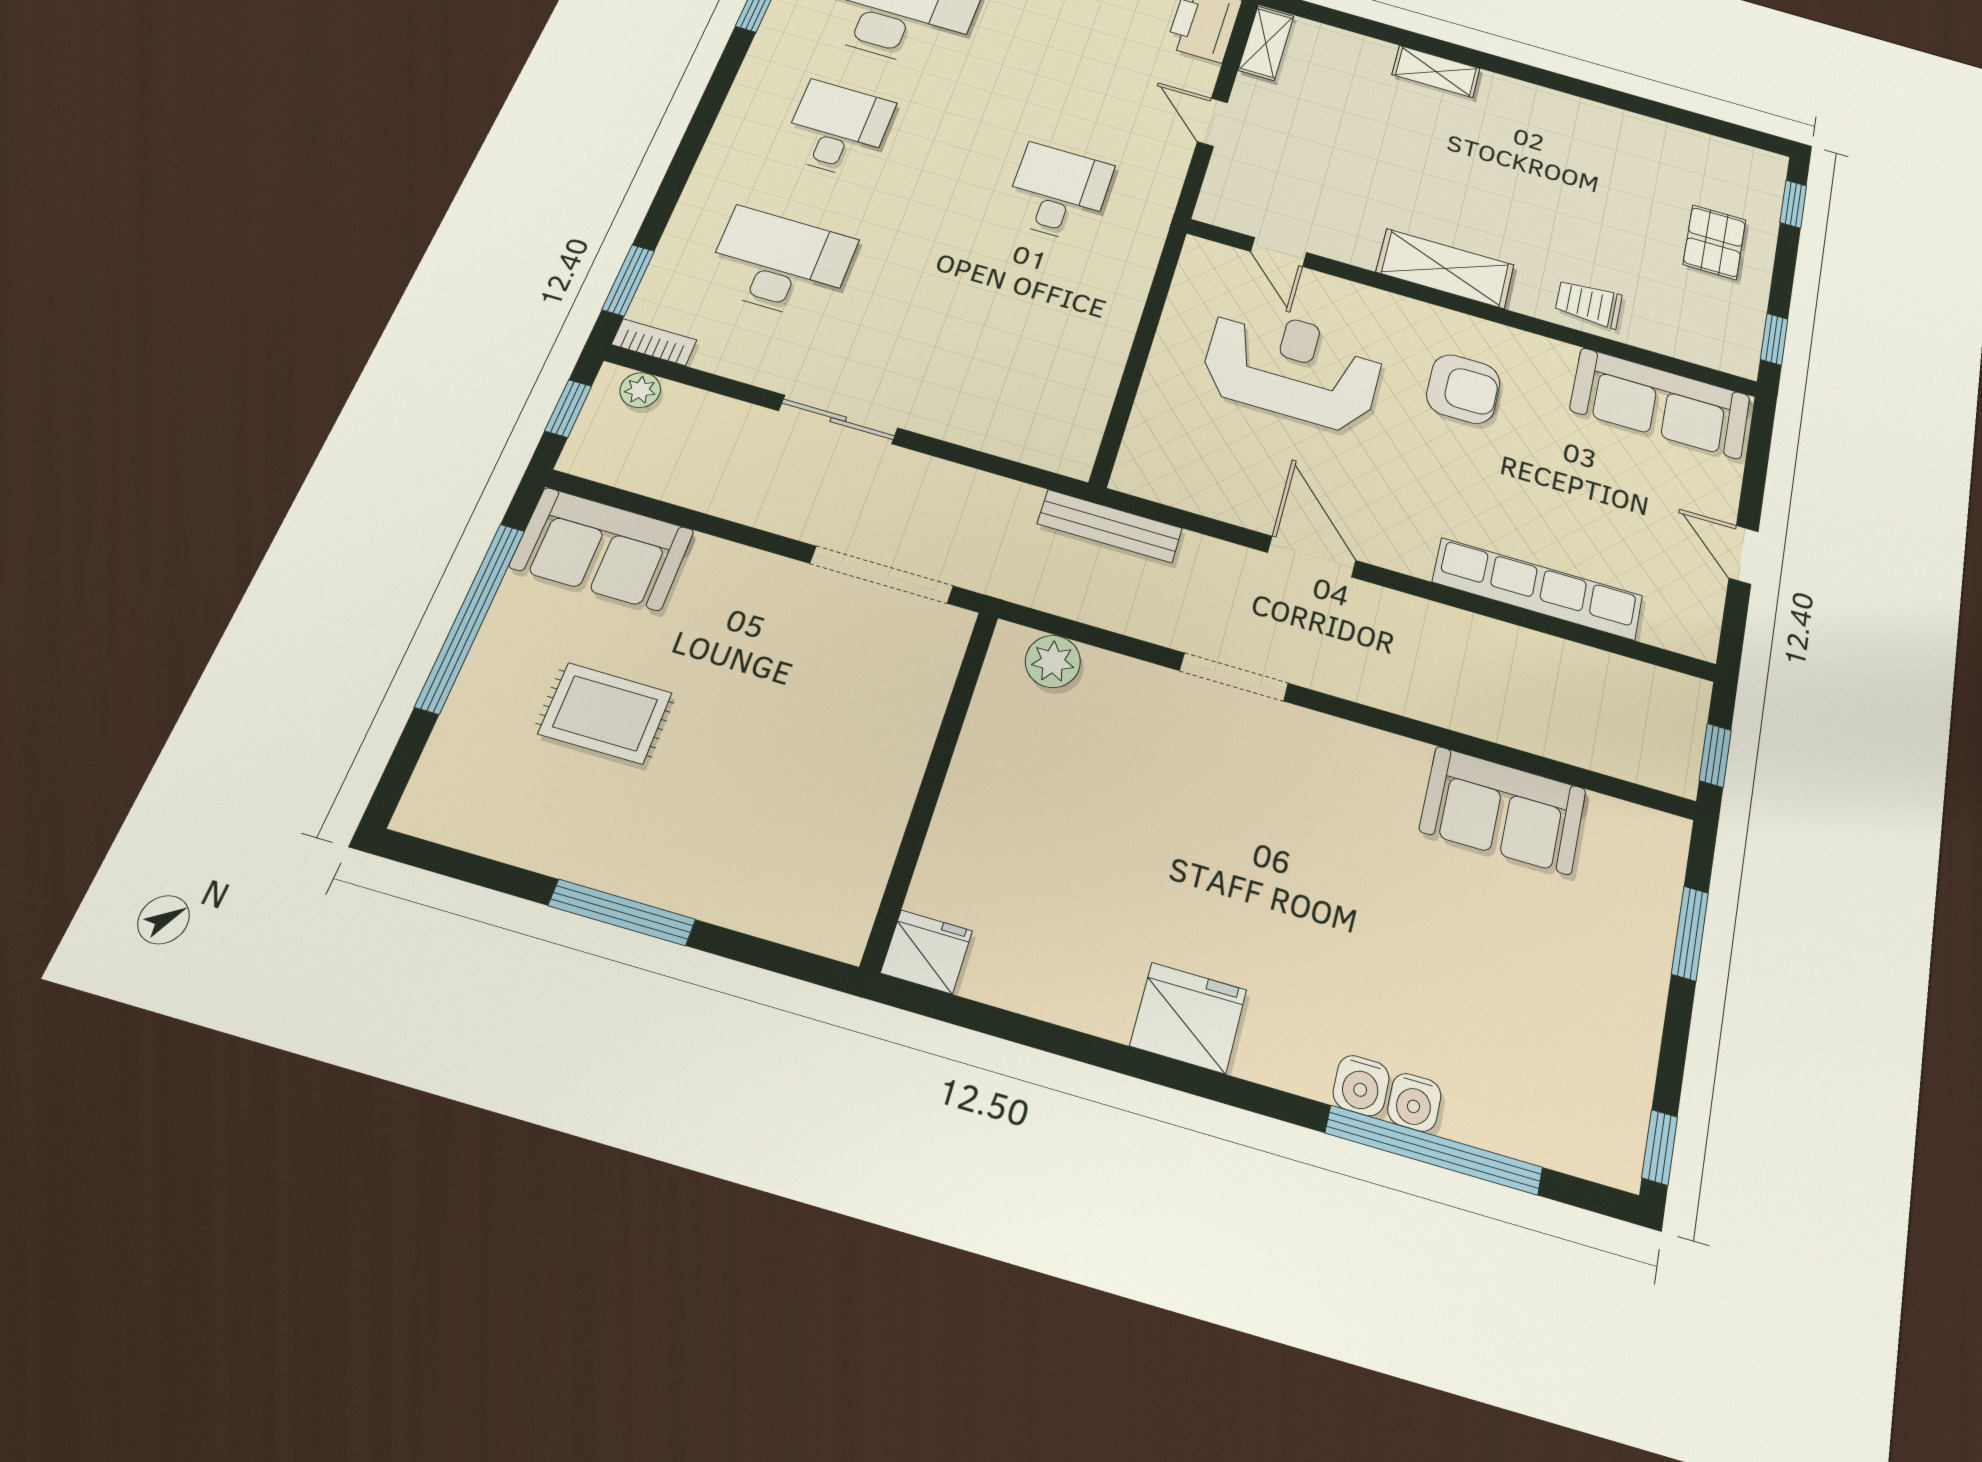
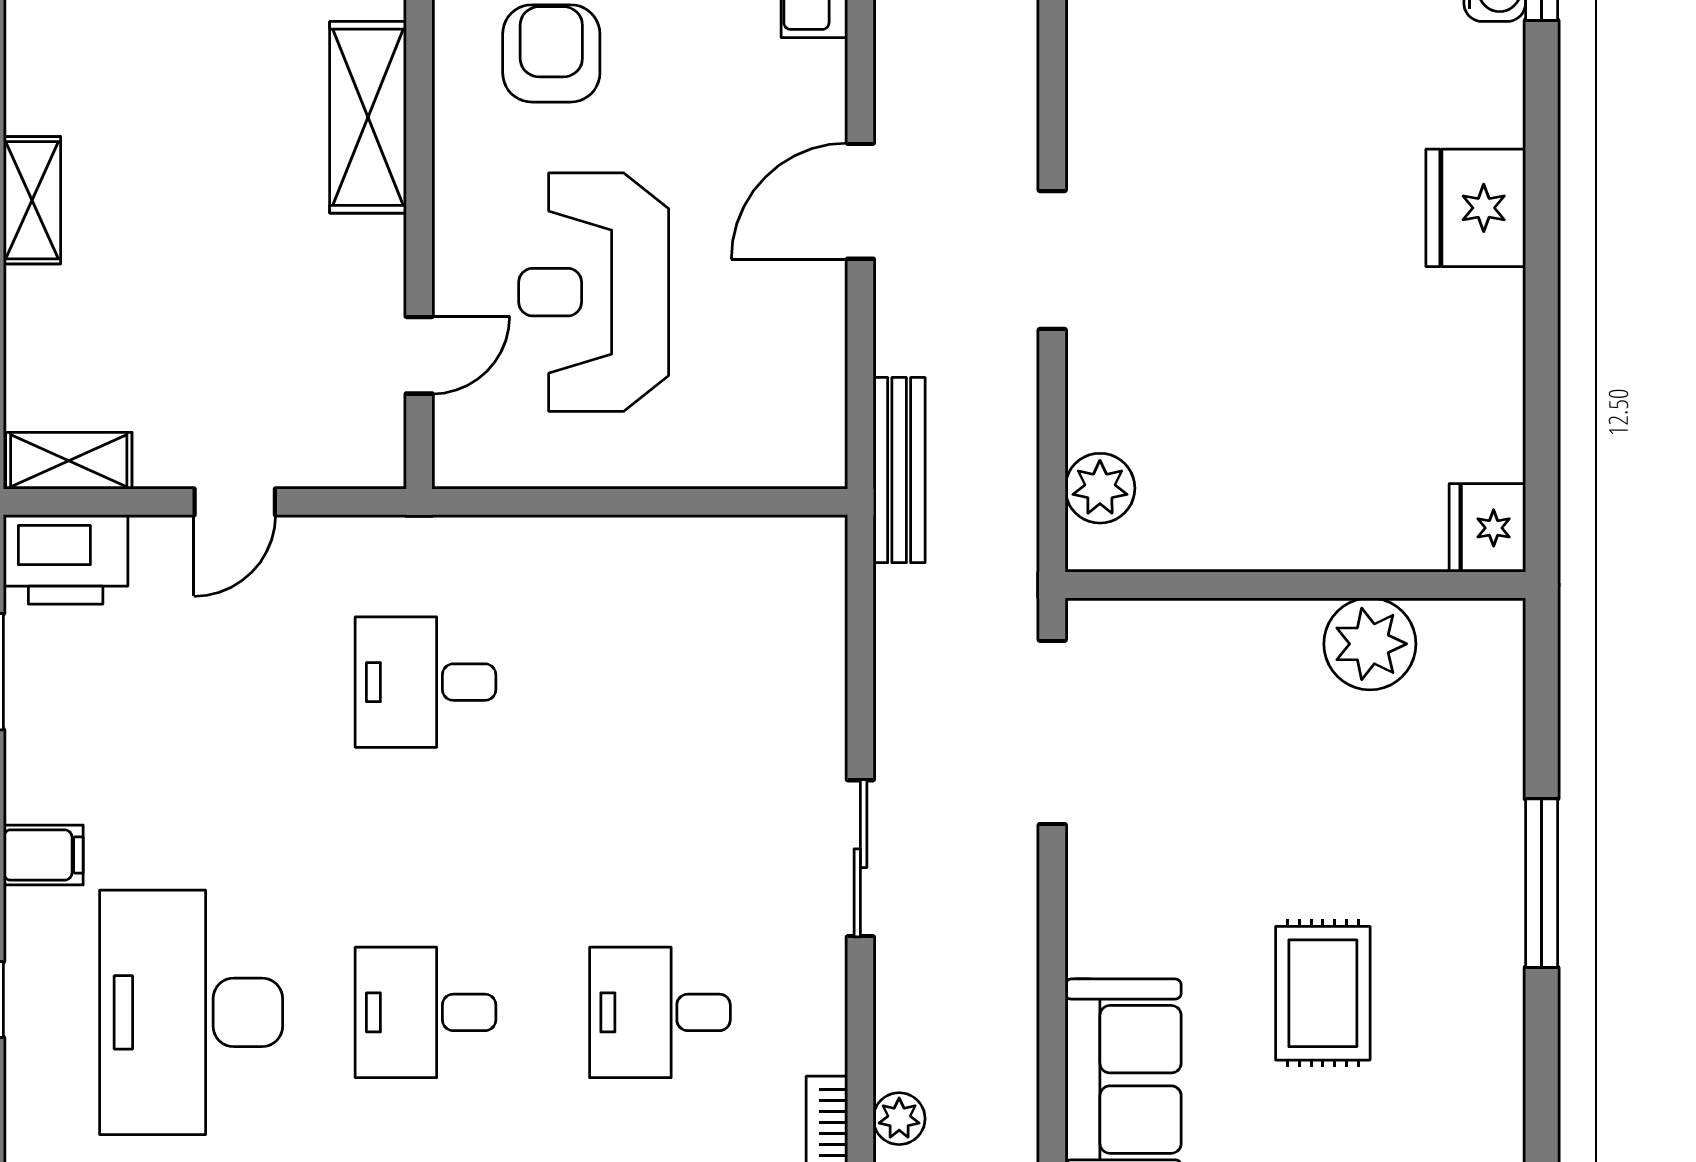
desk: (780, 264) -> (660, 1012), width x0.73
plant: (866, 830) -> (1370, 644), added

